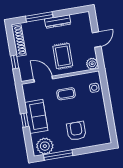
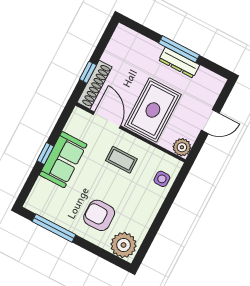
window: (39, 17) -> (179, 49), moved
shoe rack: (19, 41) -> (95, 85), moved
rug: (63, 56) -> (153, 110), width x1.36, depth x1.43
armchair: (76, 131) -> (99, 215), turned -90
plant: (45, 146) -> (124, 245), moved

